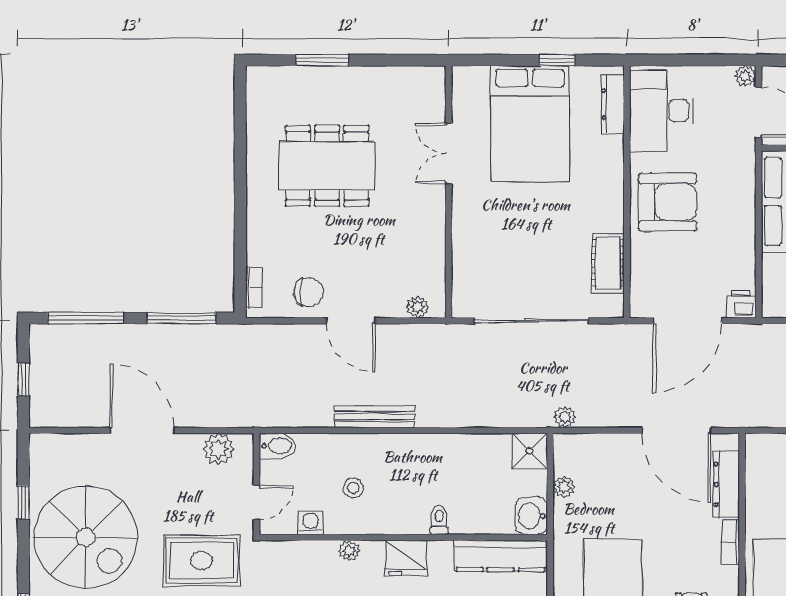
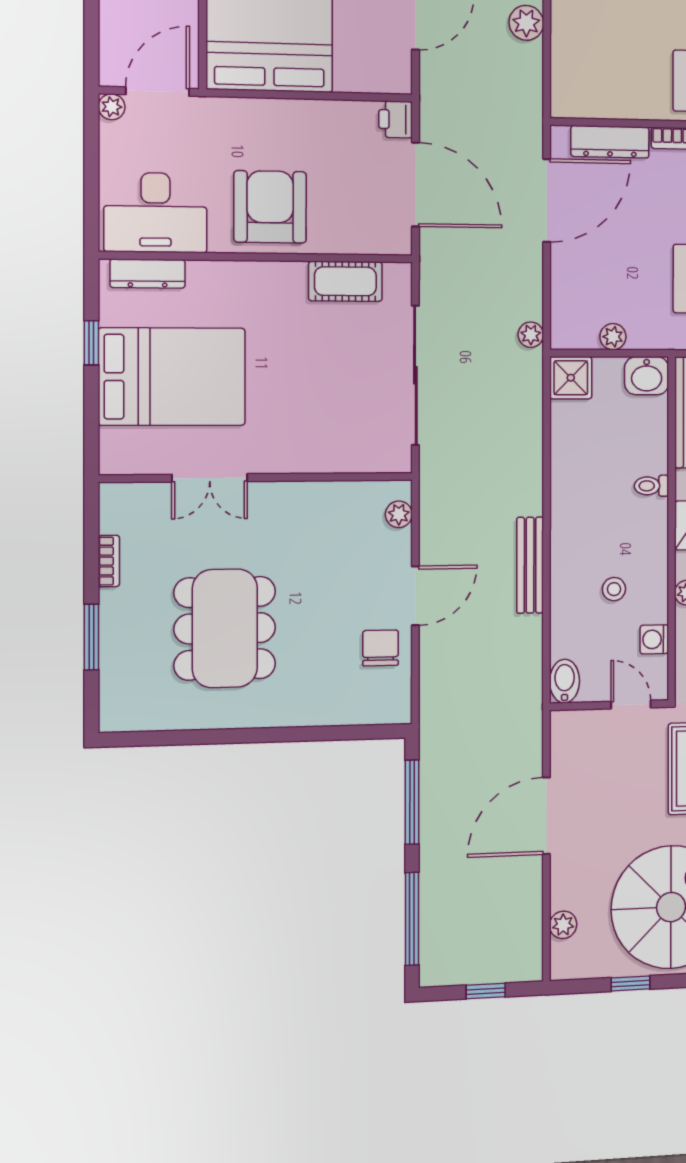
bookcase: (254, 288) -> (109, 561), moved, turned 90
door: (142, 431) -> (546, 816), moved
plant: (218, 449) -> (563, 925), moved, width x0.73, depth x0.73

